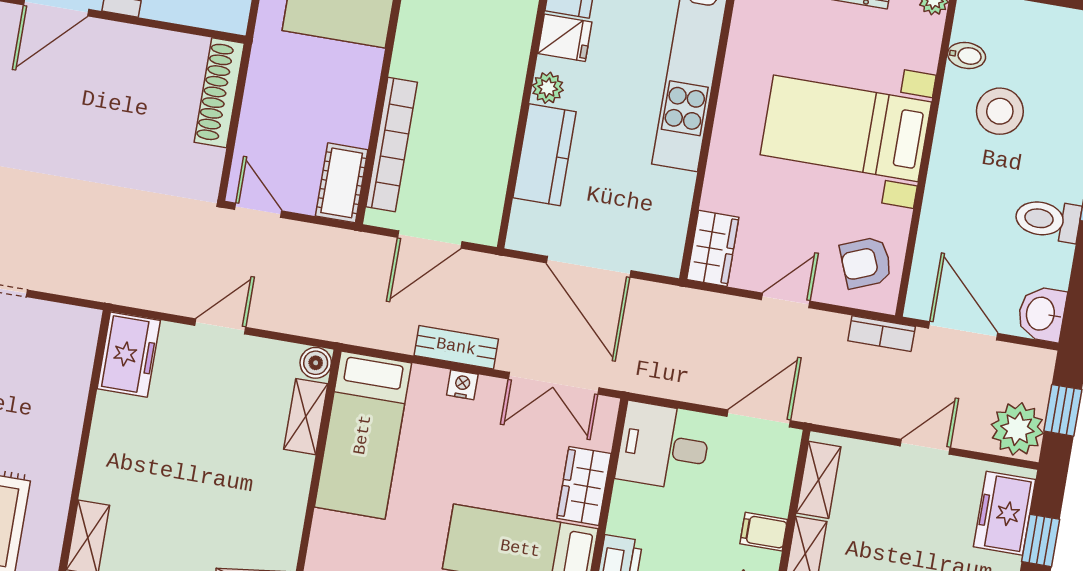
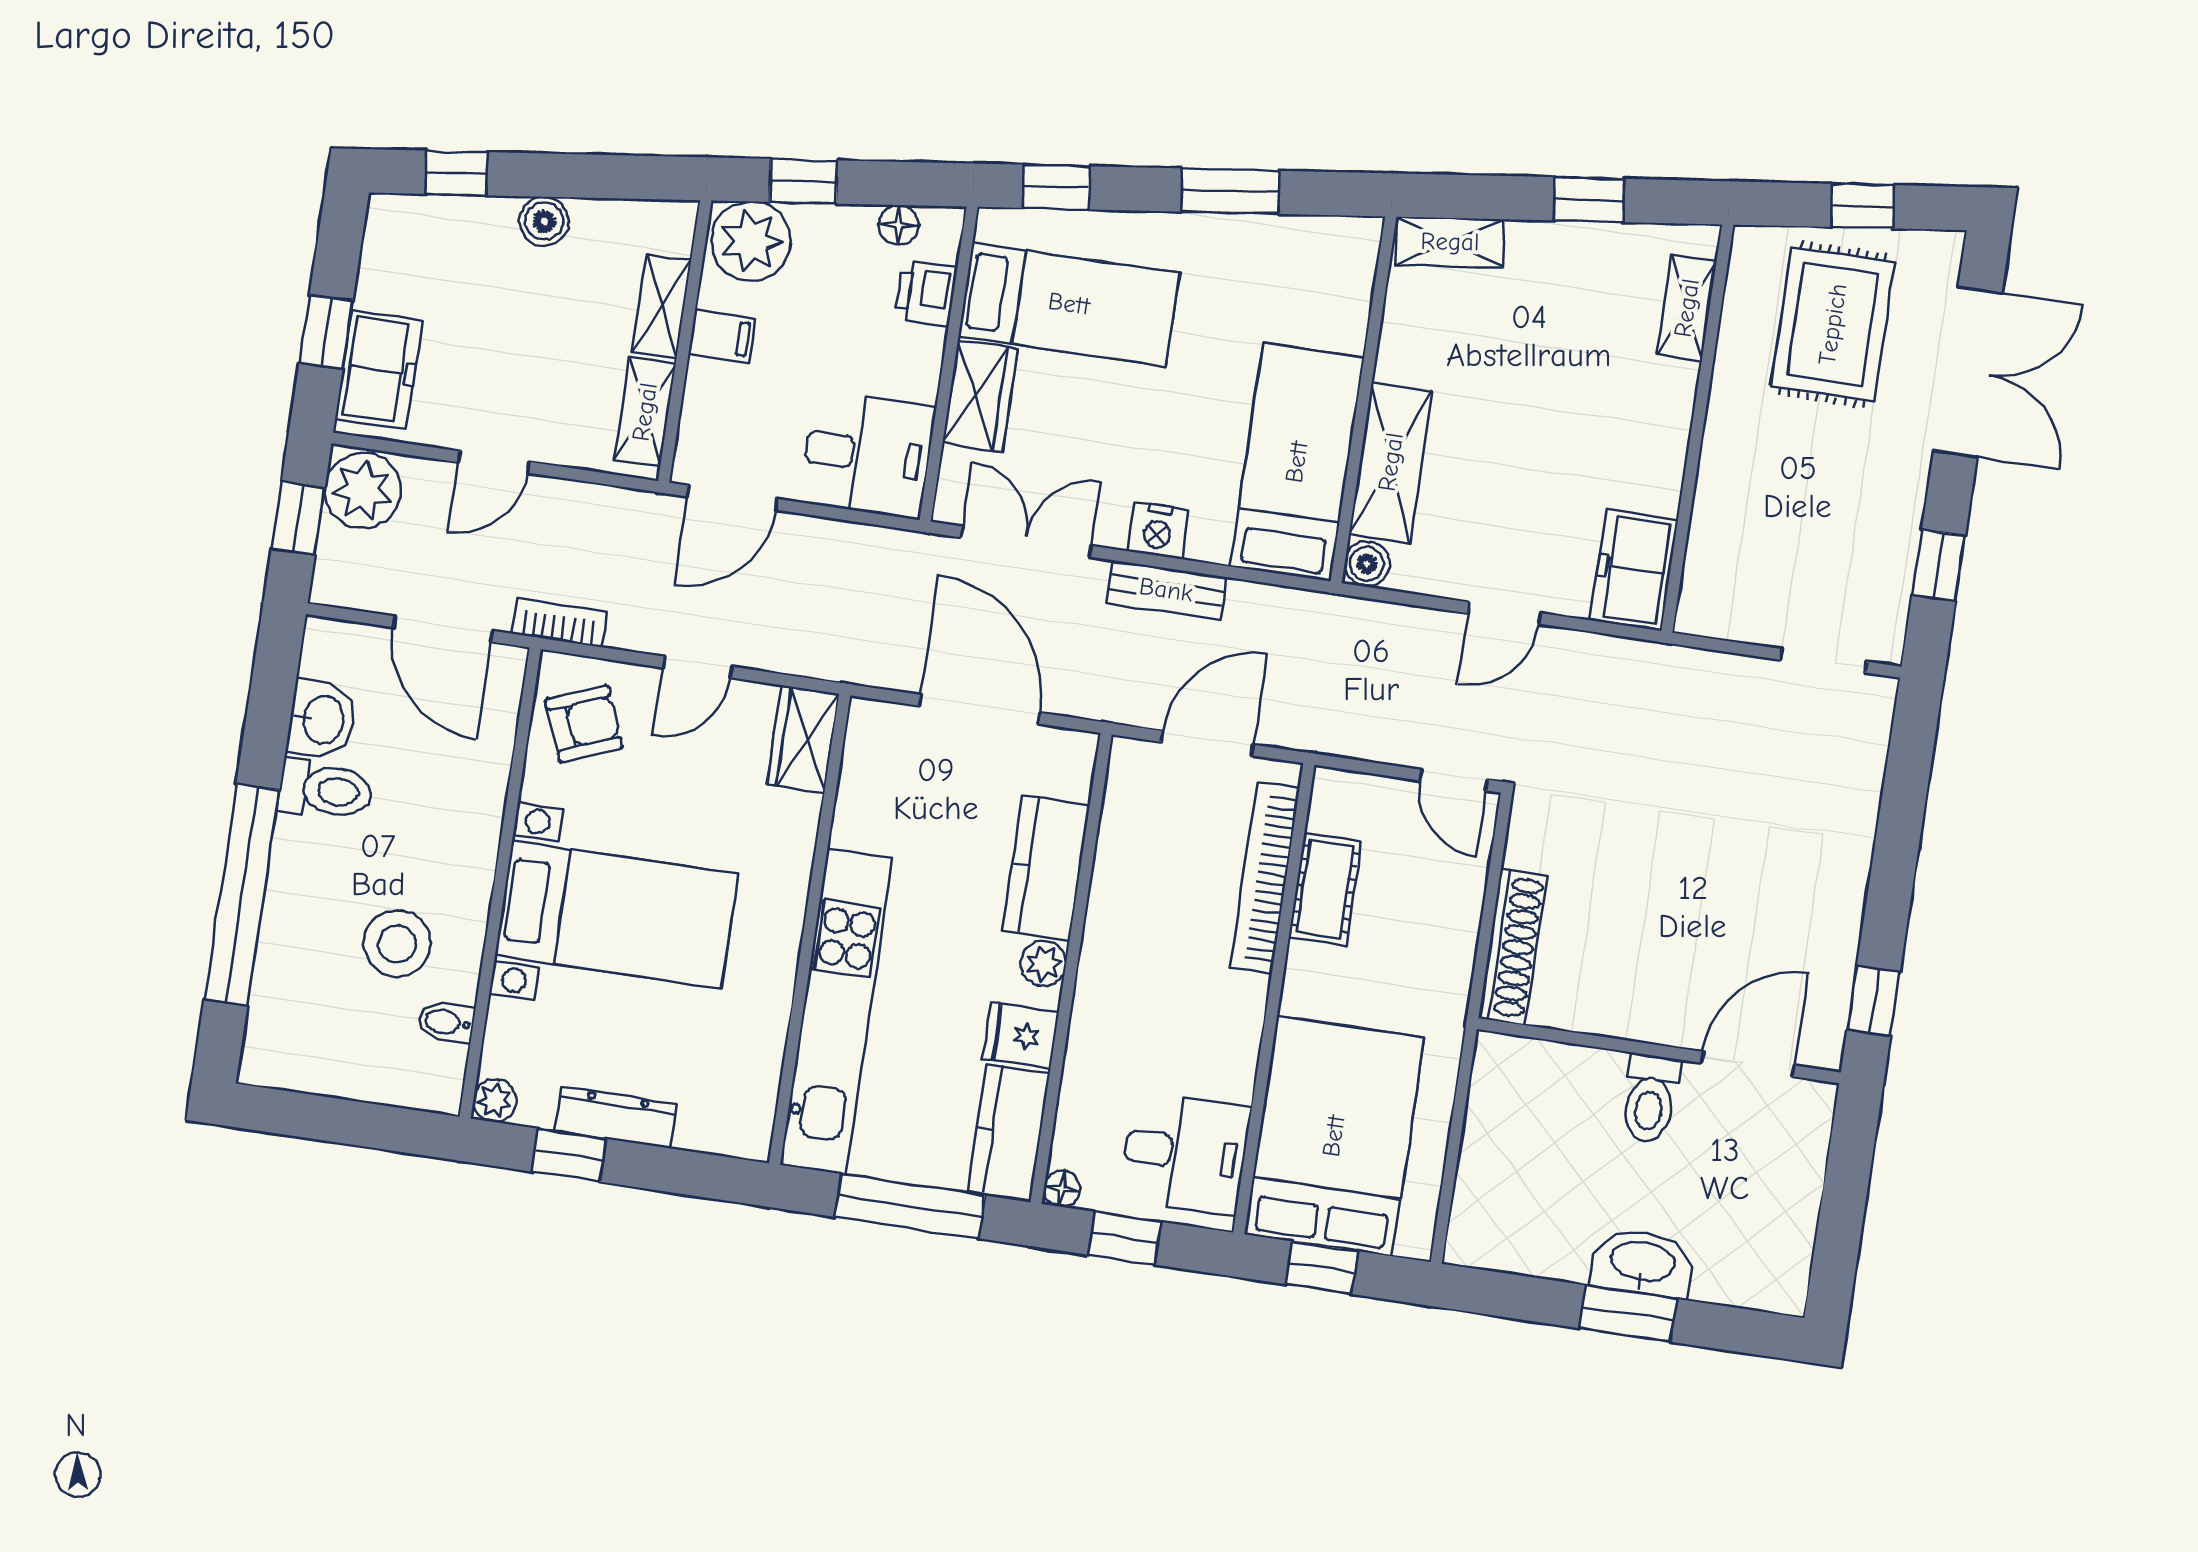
cot: (342, 183) -> (1325, 889), moved
washbasin: (1042, 314) -> (322, 719), moved
nightstand: (462, 385) -> (1158, 530), width x1.39, depth x1.35
shelving: (306, 417) -> (1391, 462), width x1.50, depth x1.33

